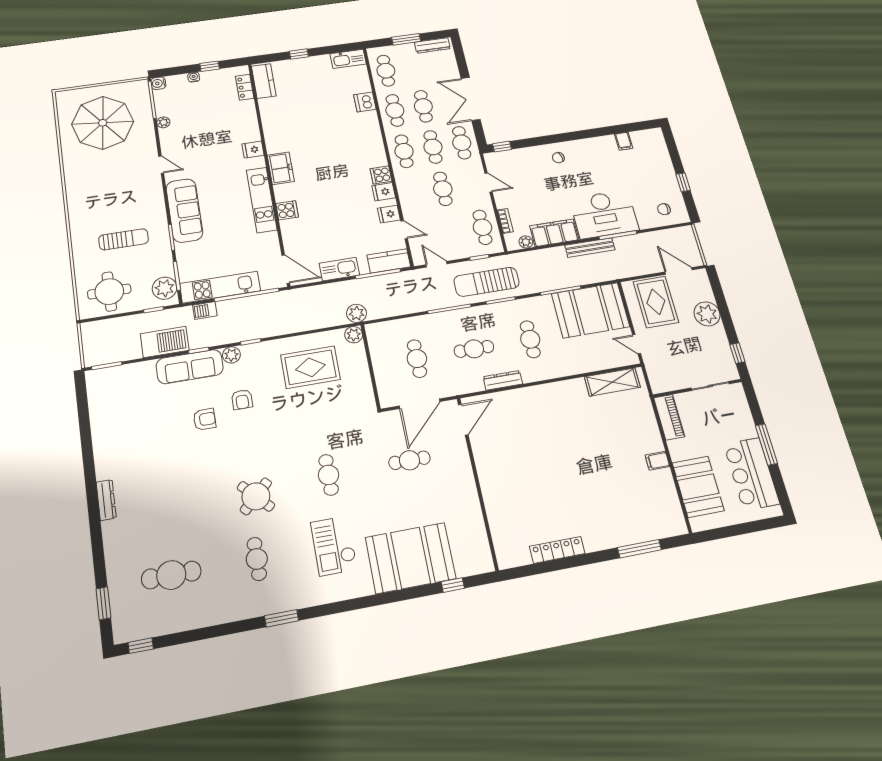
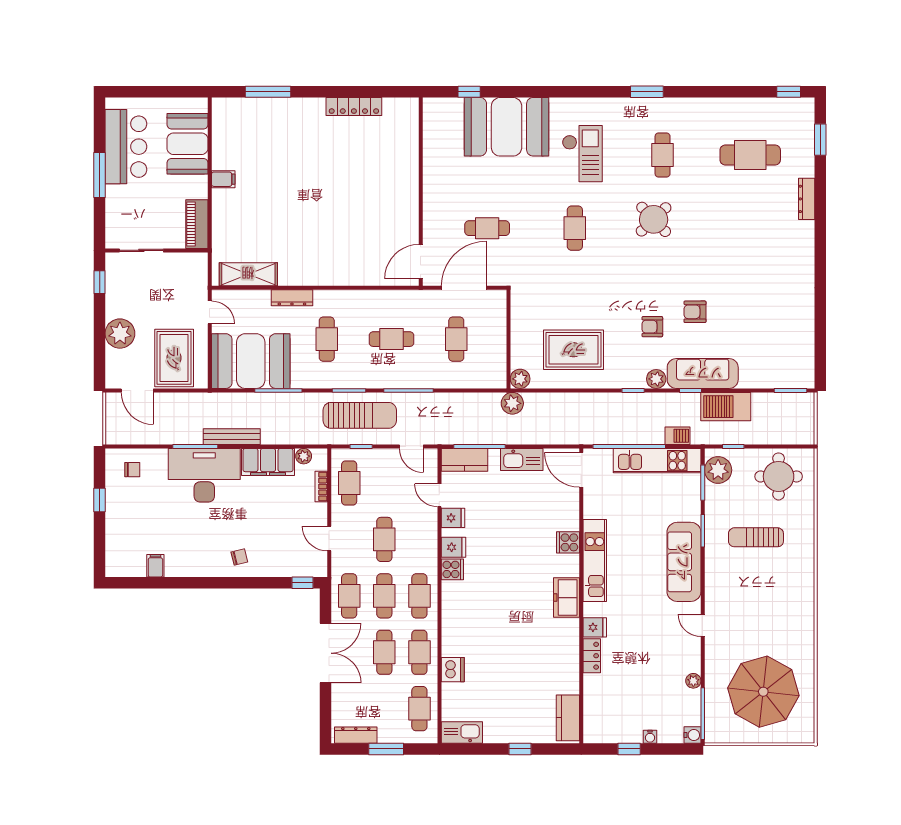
locker: (245, 87) -> (592, 656), moved
dresser: (503, 380) -> (292, 298), moved
armchair: (242, 399) -> (652, 327), turned -90
dresser: (106, 500) -> (807, 199), moved

